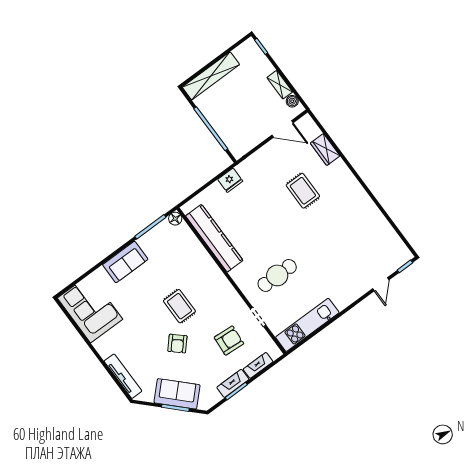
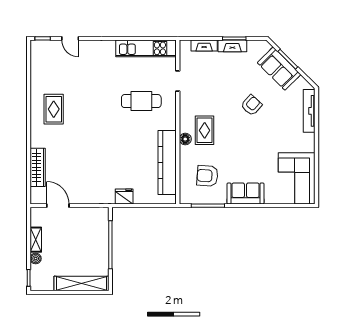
boiler: (292, 101) -> (36, 258), moved
wardrobe: (325, 150) -> (38, 167), width x1.50
rug: (303, 191) -> (54, 109), moved
floor lamp: (175, 219) -> (185, 139), moved
door: (381, 284) -> (70, 38), swing flipped
rug: (179, 306) -> (205, 130), moved
armchair: (229, 341) -> (207, 176), moved

